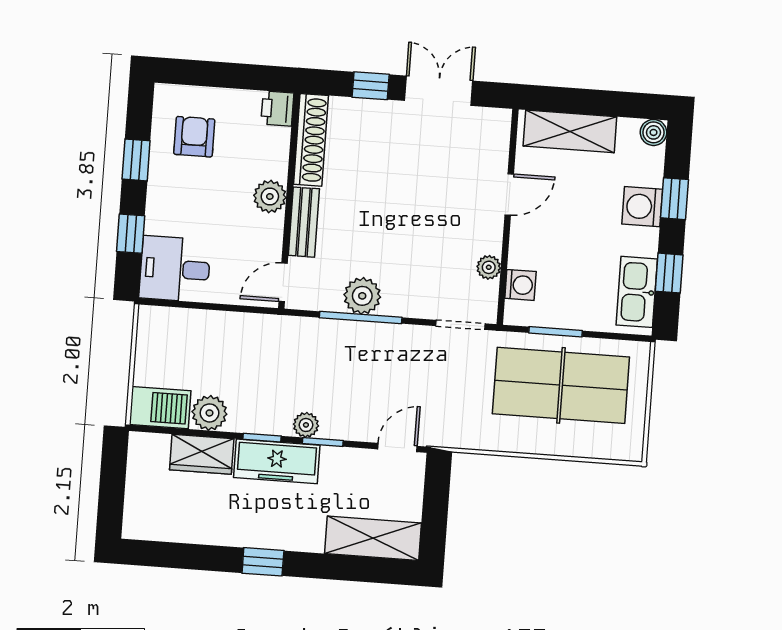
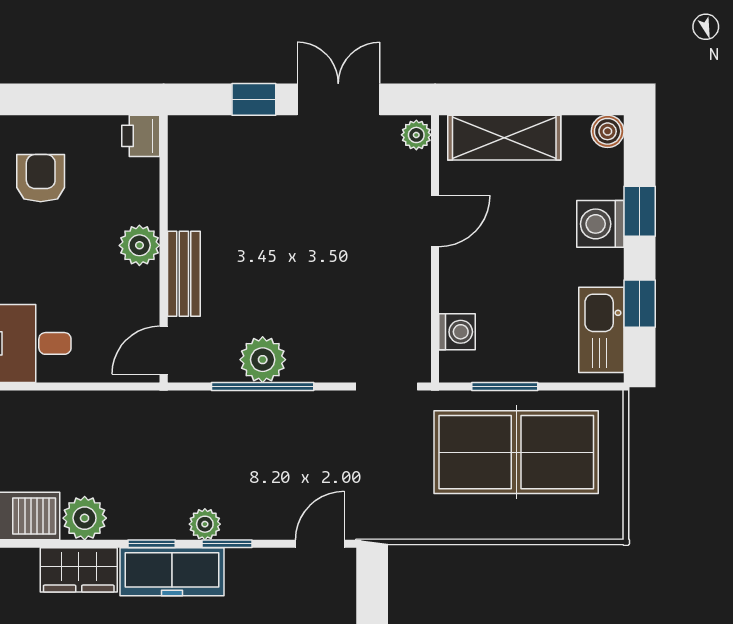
shoe rack: (311, 140) -> (185, 172), removed
plant: (489, 267) -> (416, 135), moved

